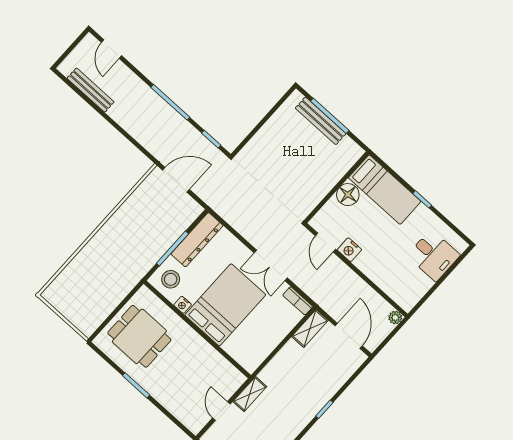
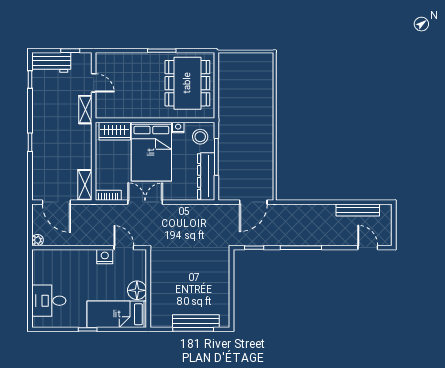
dining table: (139, 336) -> (187, 83), width x1.38
wardrobe: (241, 352) -> (115, 131), added

